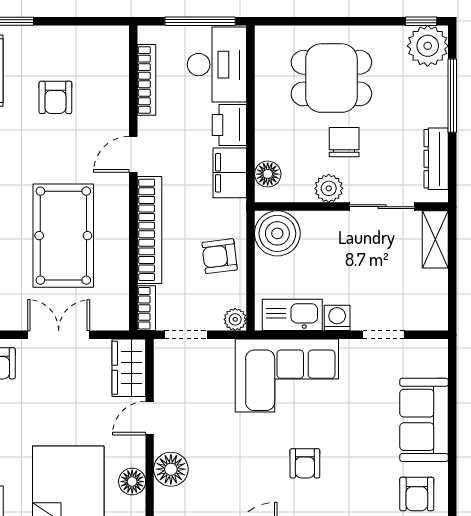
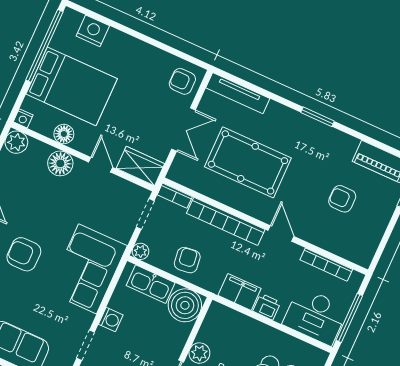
printer: (229, 125) -> (267, 307), width x0.73, depth x0.81
floor lamp: (268, 174) -> (227, 317), removed
kitchen sink: (292, 315) -> (151, 284), moved, turned 90
armchair: (305, 463) -> (24, 254), width x1.38, depth x1.38

